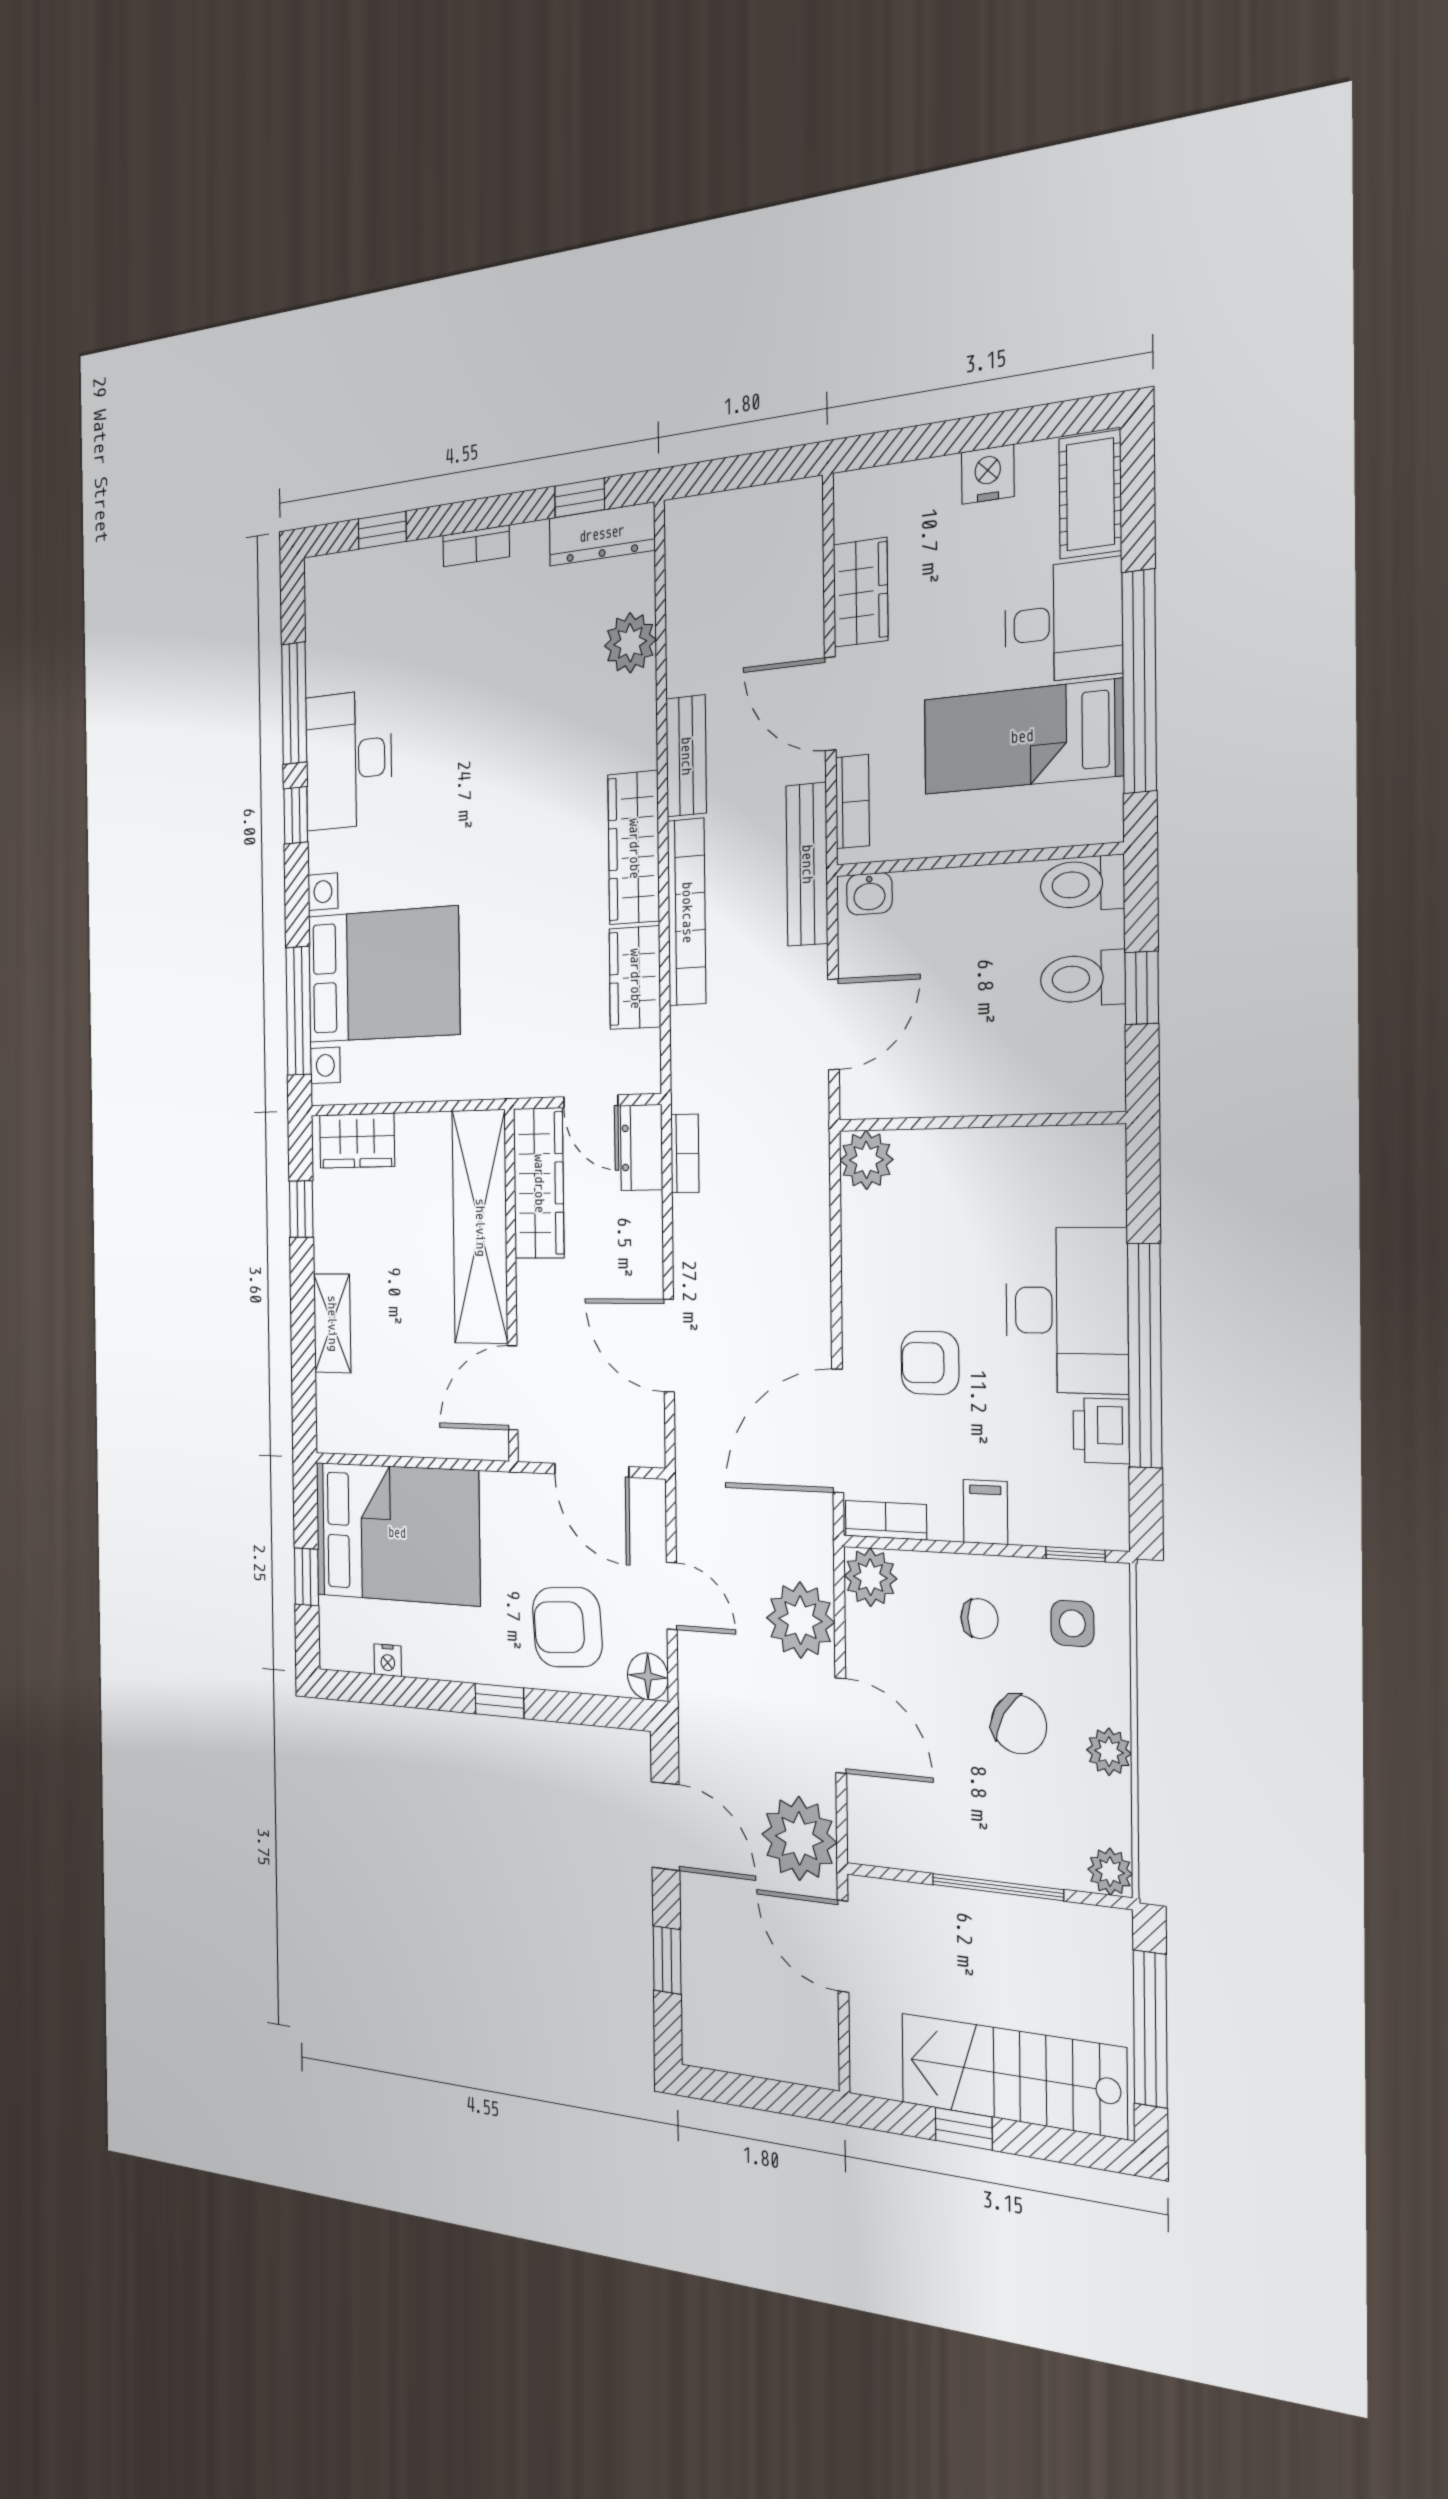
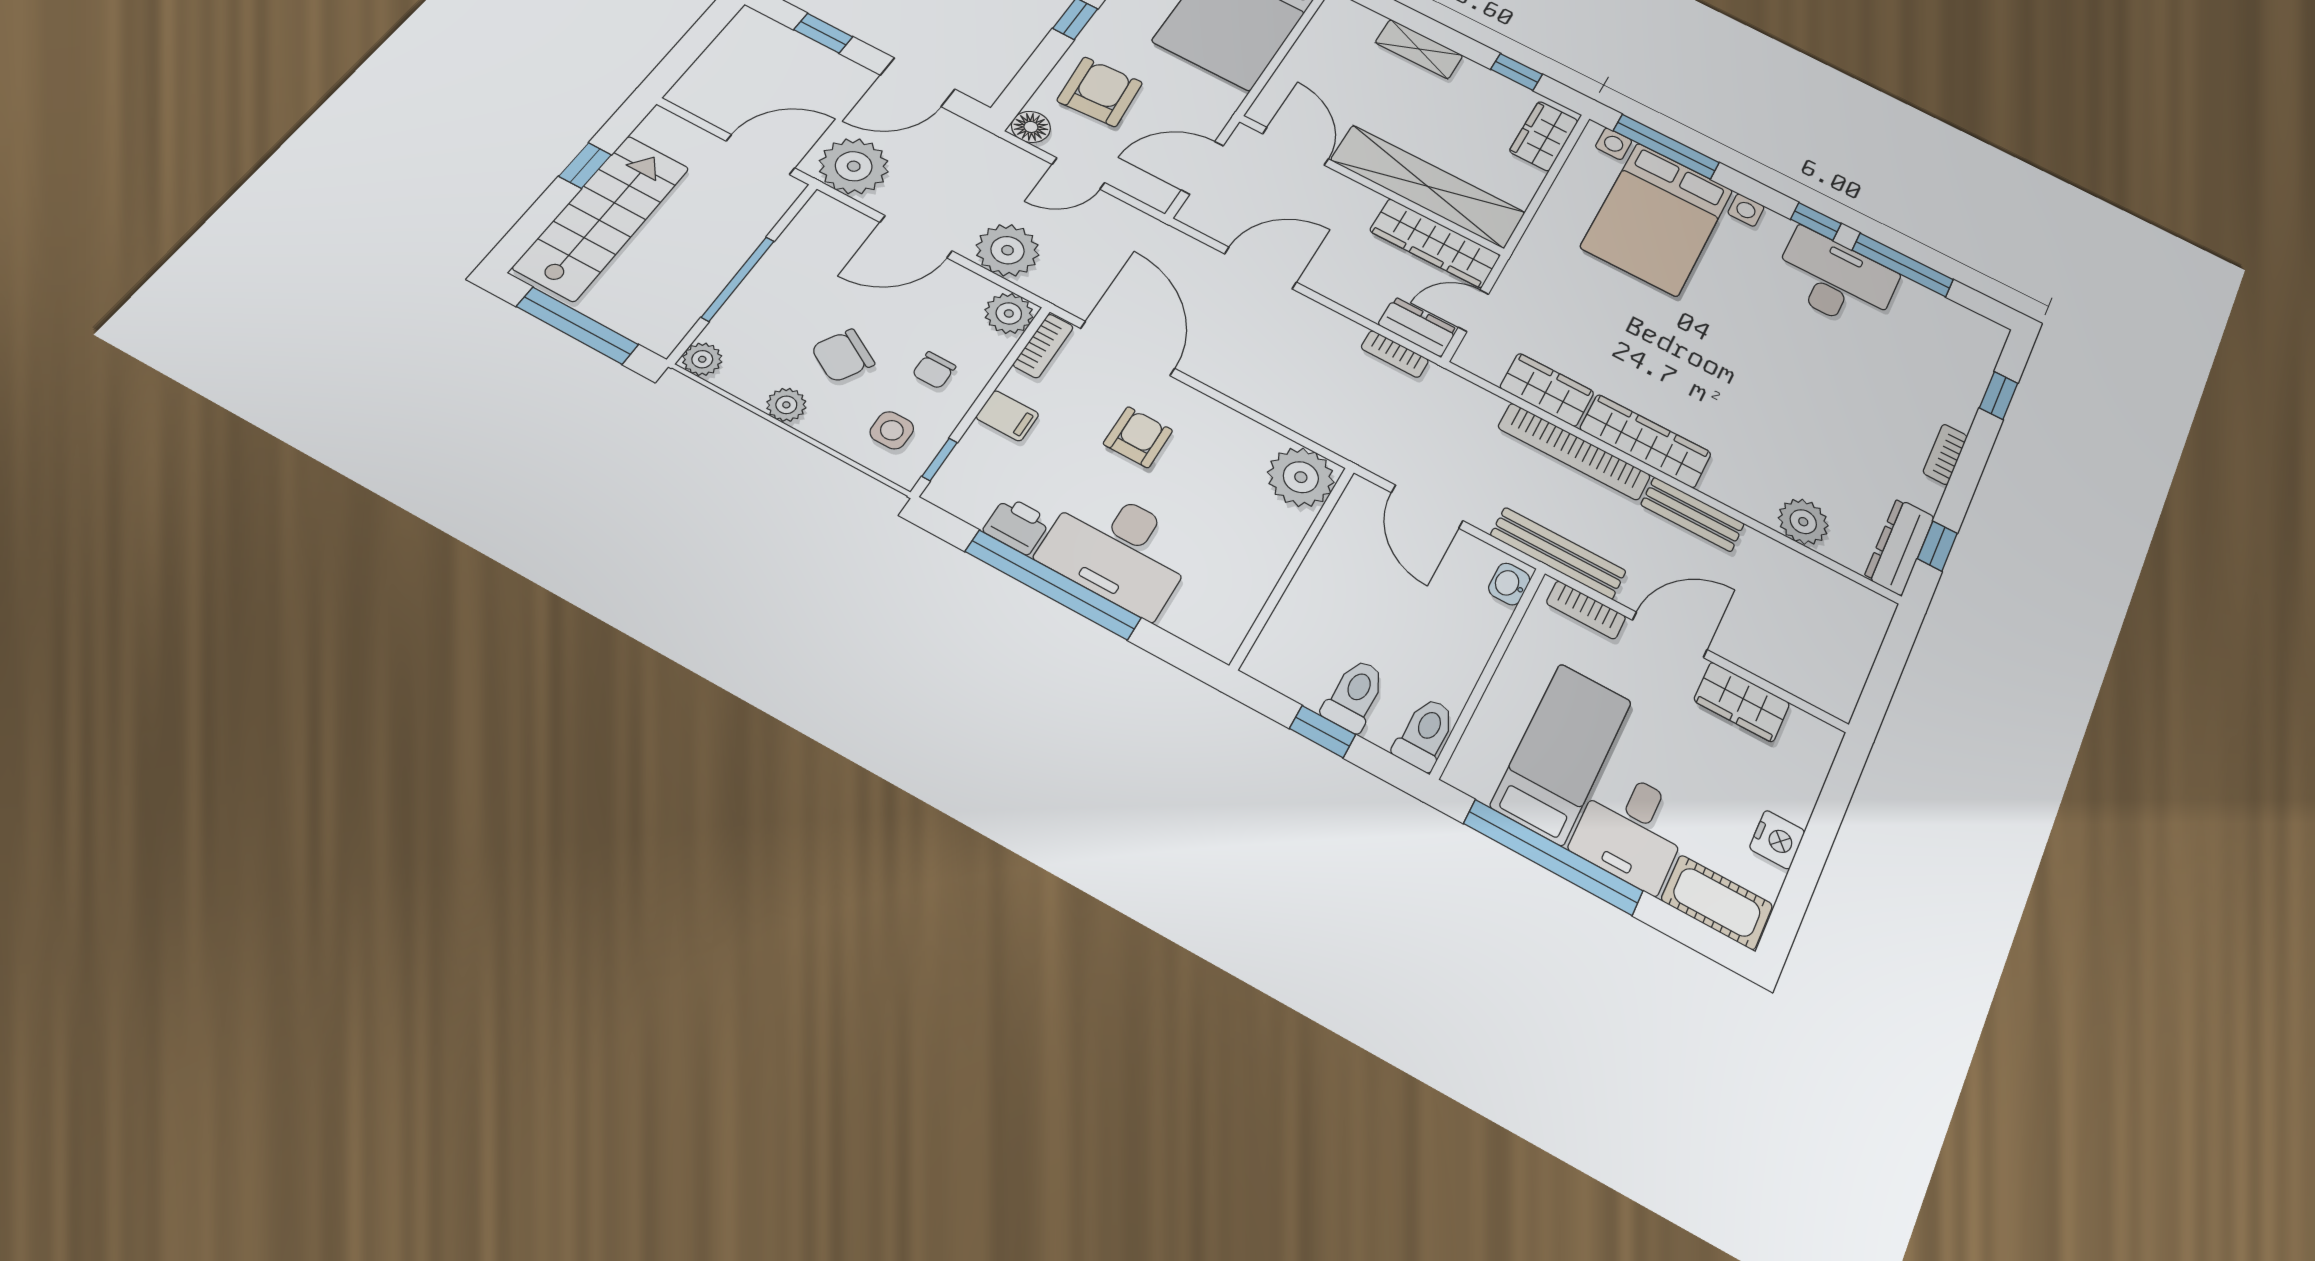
plant: (866, 1160) -> (1301, 477), width x1.36, depth x1.36

